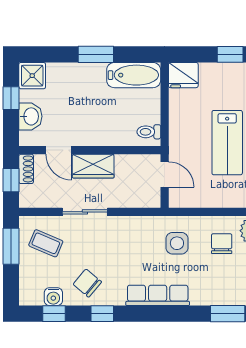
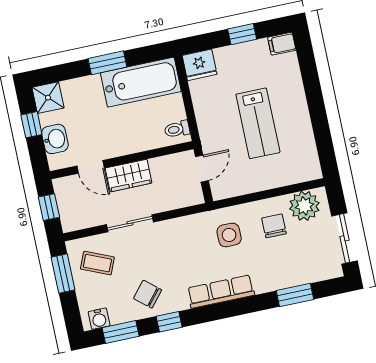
bathtub: (134, 75) -> (141, 82), width x1.36, depth x1.36
shoe rack: (26, 169) -> (62, 193), removed
door: (165, 174) -> (202, 169), hinge flipped
water cooler: (53, 297) -> (99, 319), moved
window: (54, 314) -> (121, 332), width x1.50

